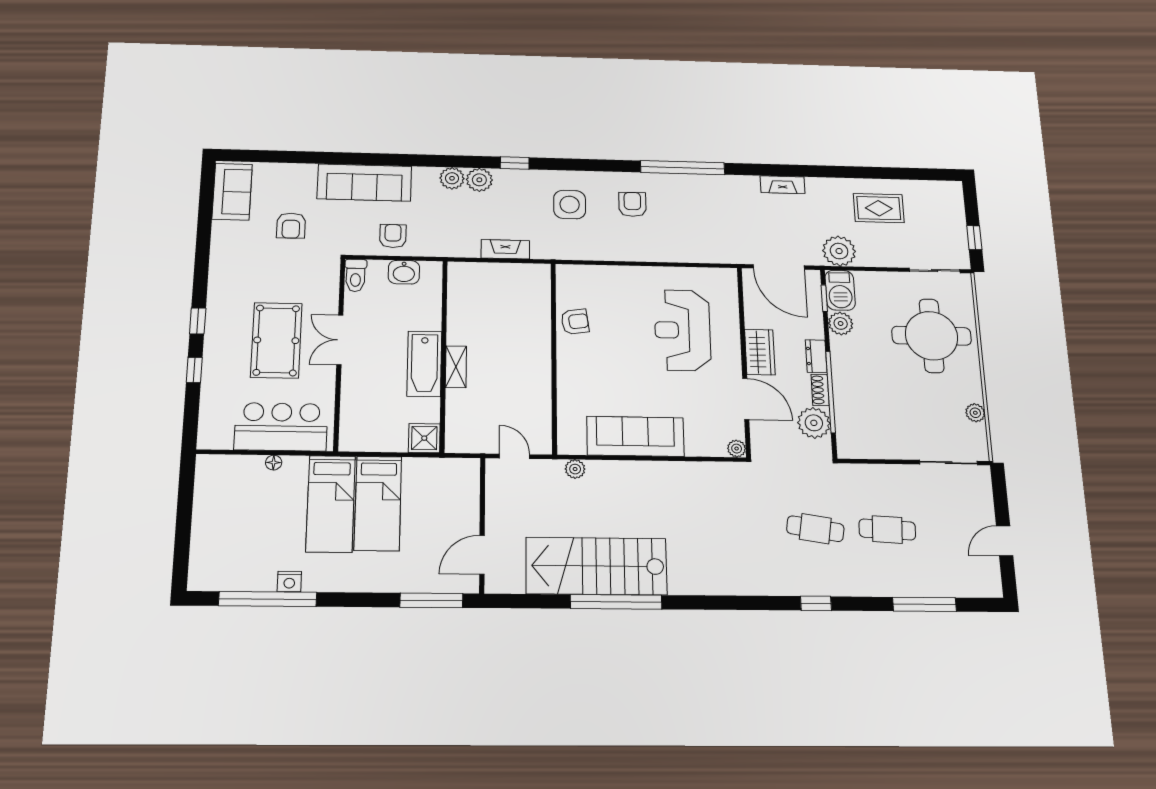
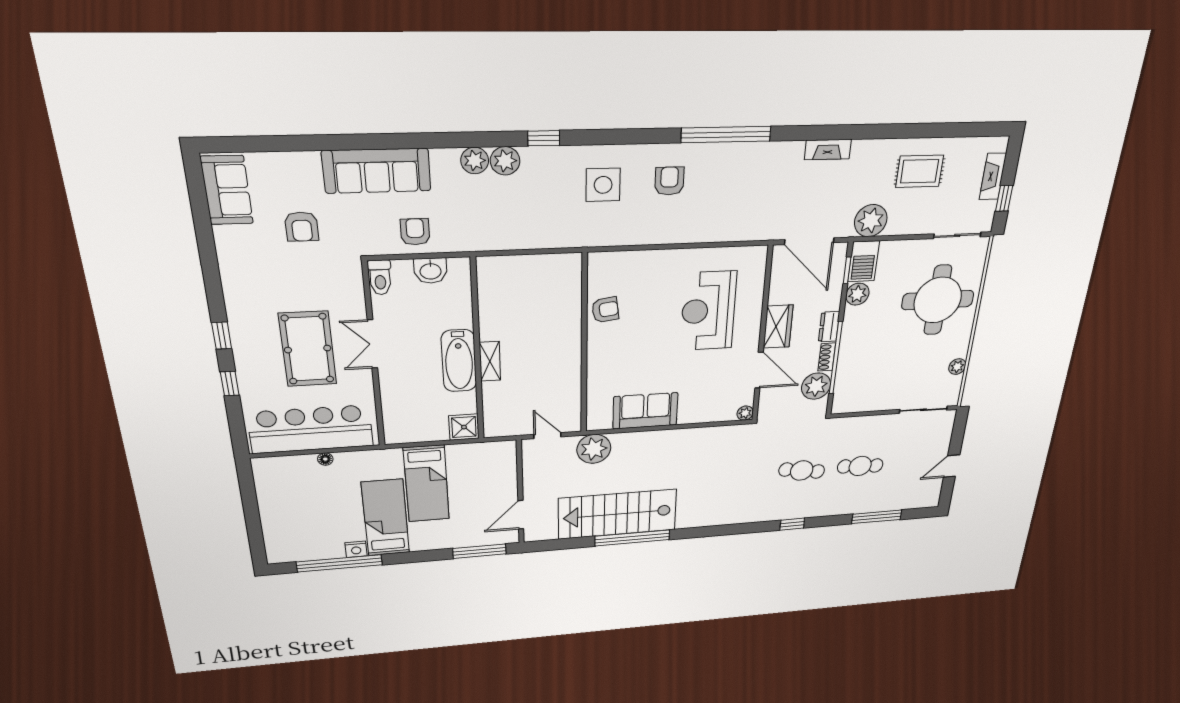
fireplace: (505, 249) -> (993, 176), moved, turned -90
bar counter: (281, 427) -> (311, 429), width x1.36
sofa: (635, 436) -> (645, 411), width x0.73
plant: (575, 469) -> (594, 449), width x1.88, depth x1.88
bed: (331, 504) -> (385, 518), moved, turned 180

